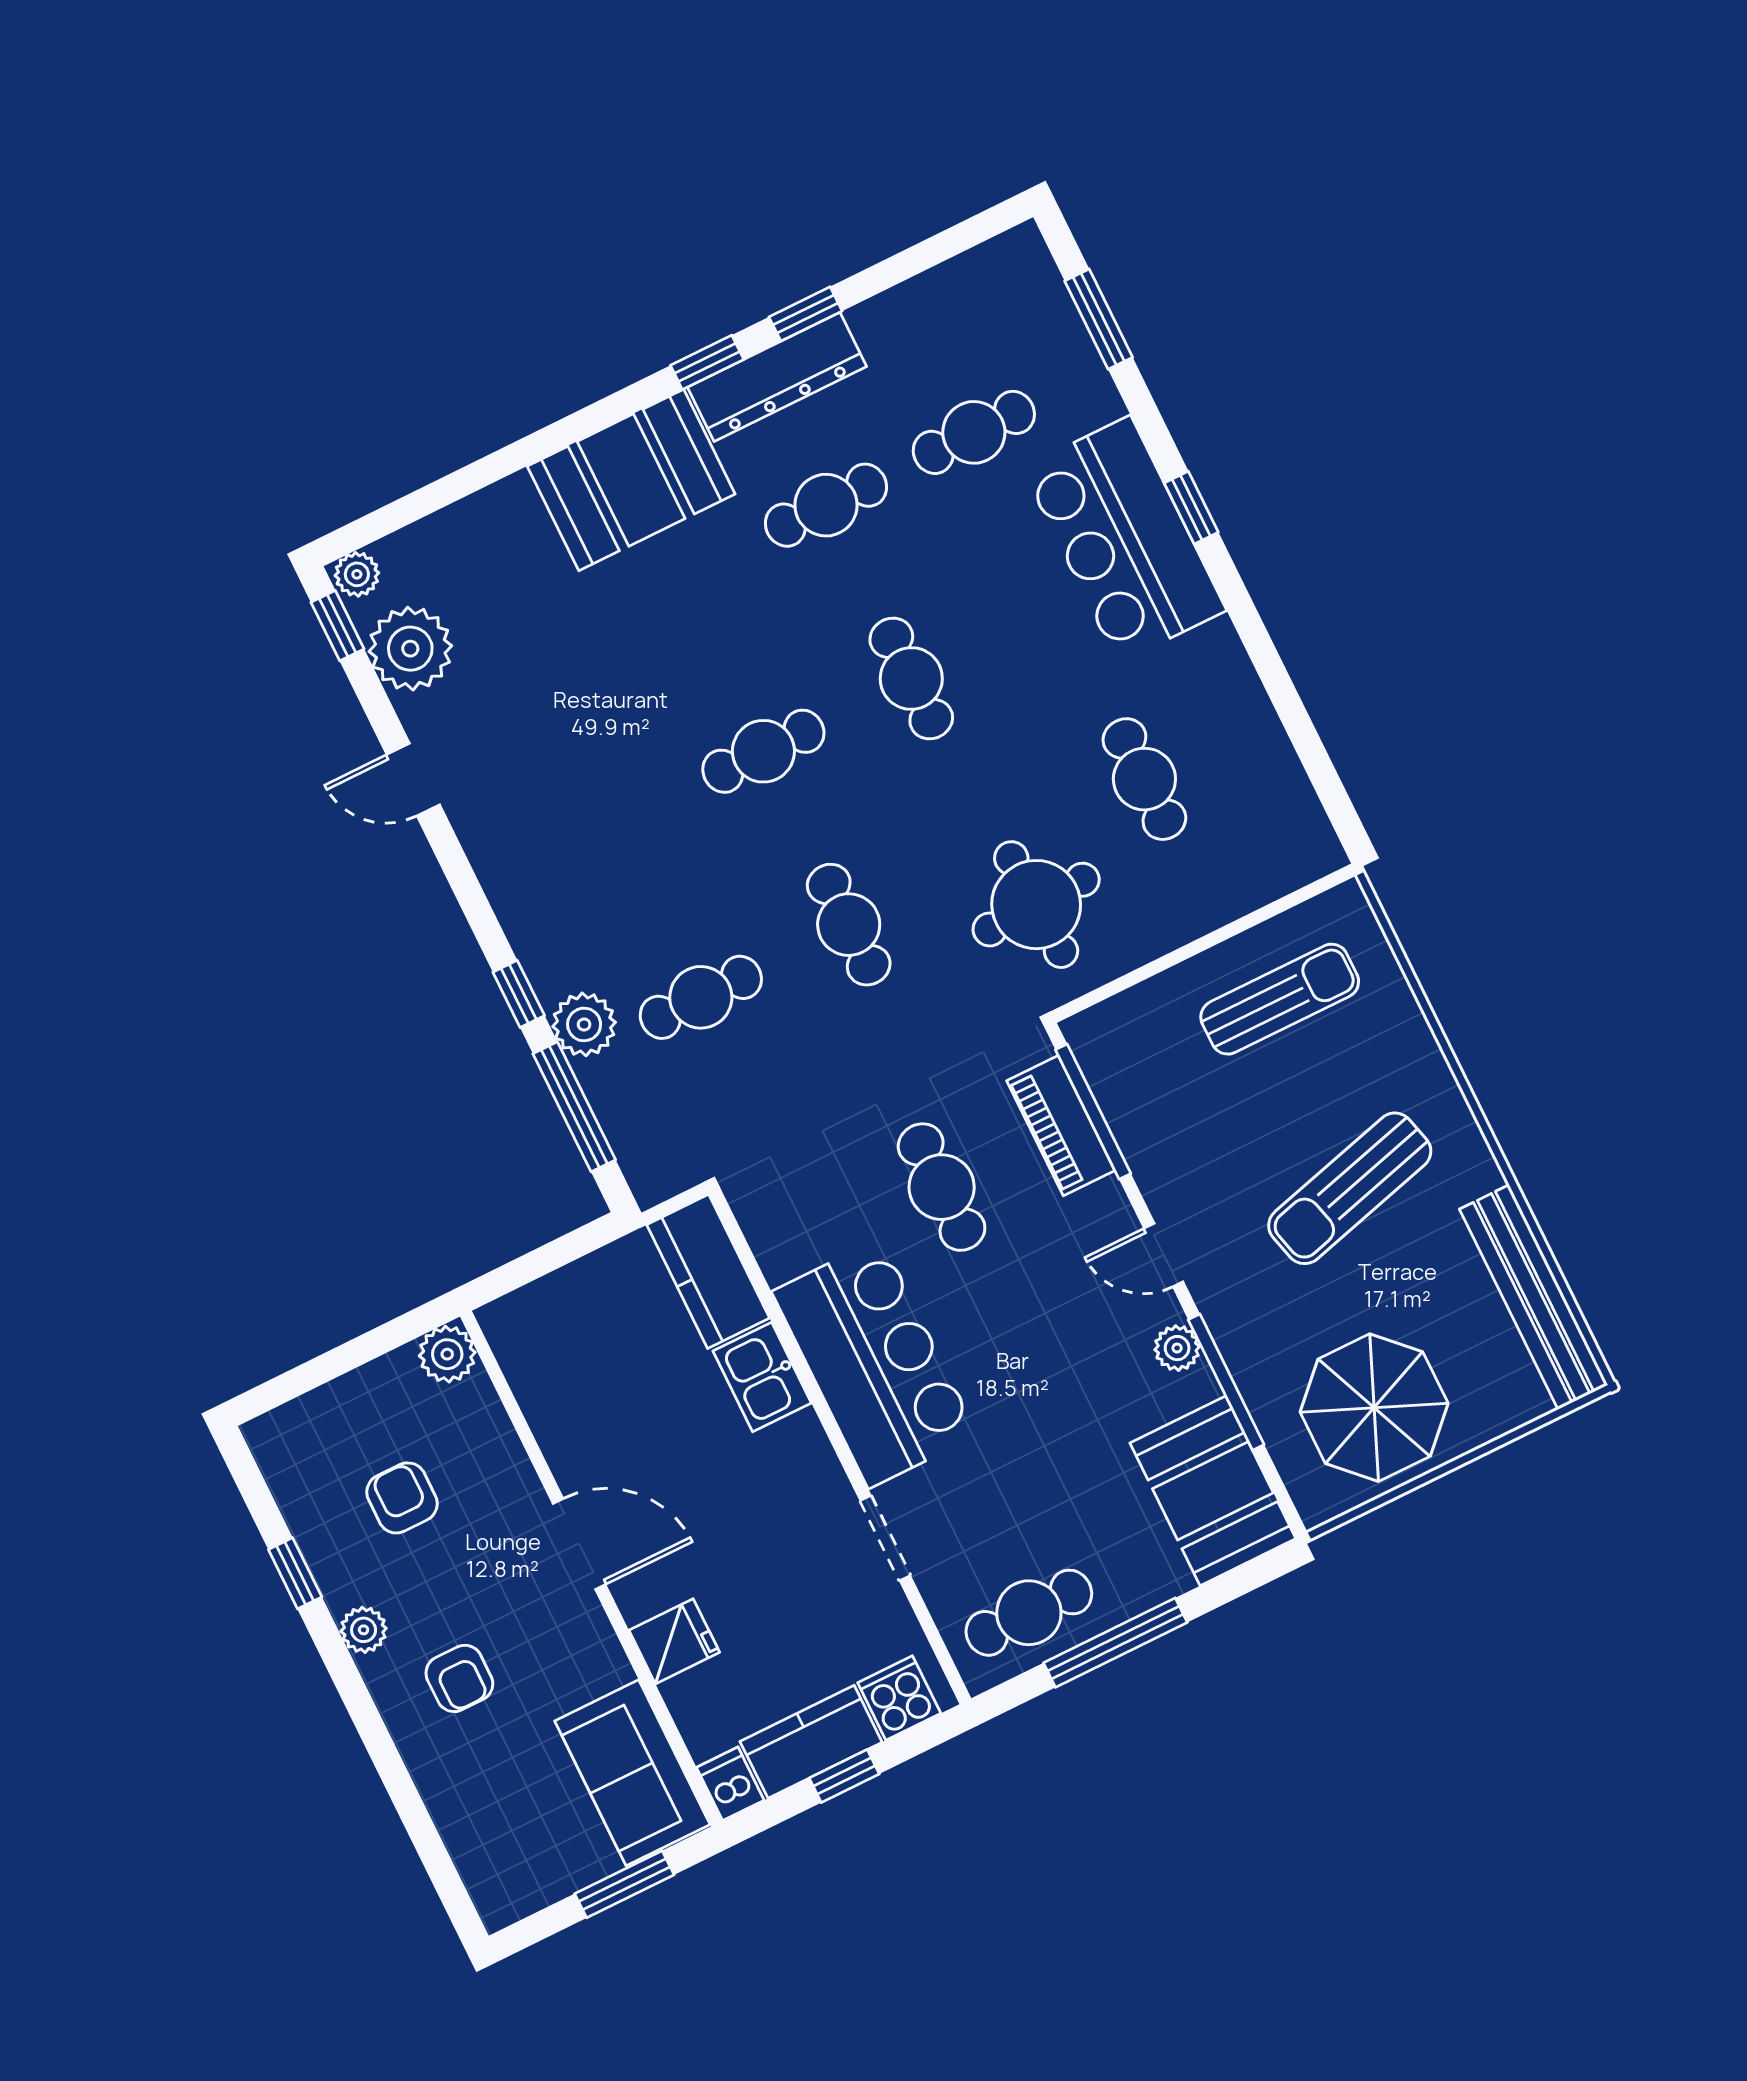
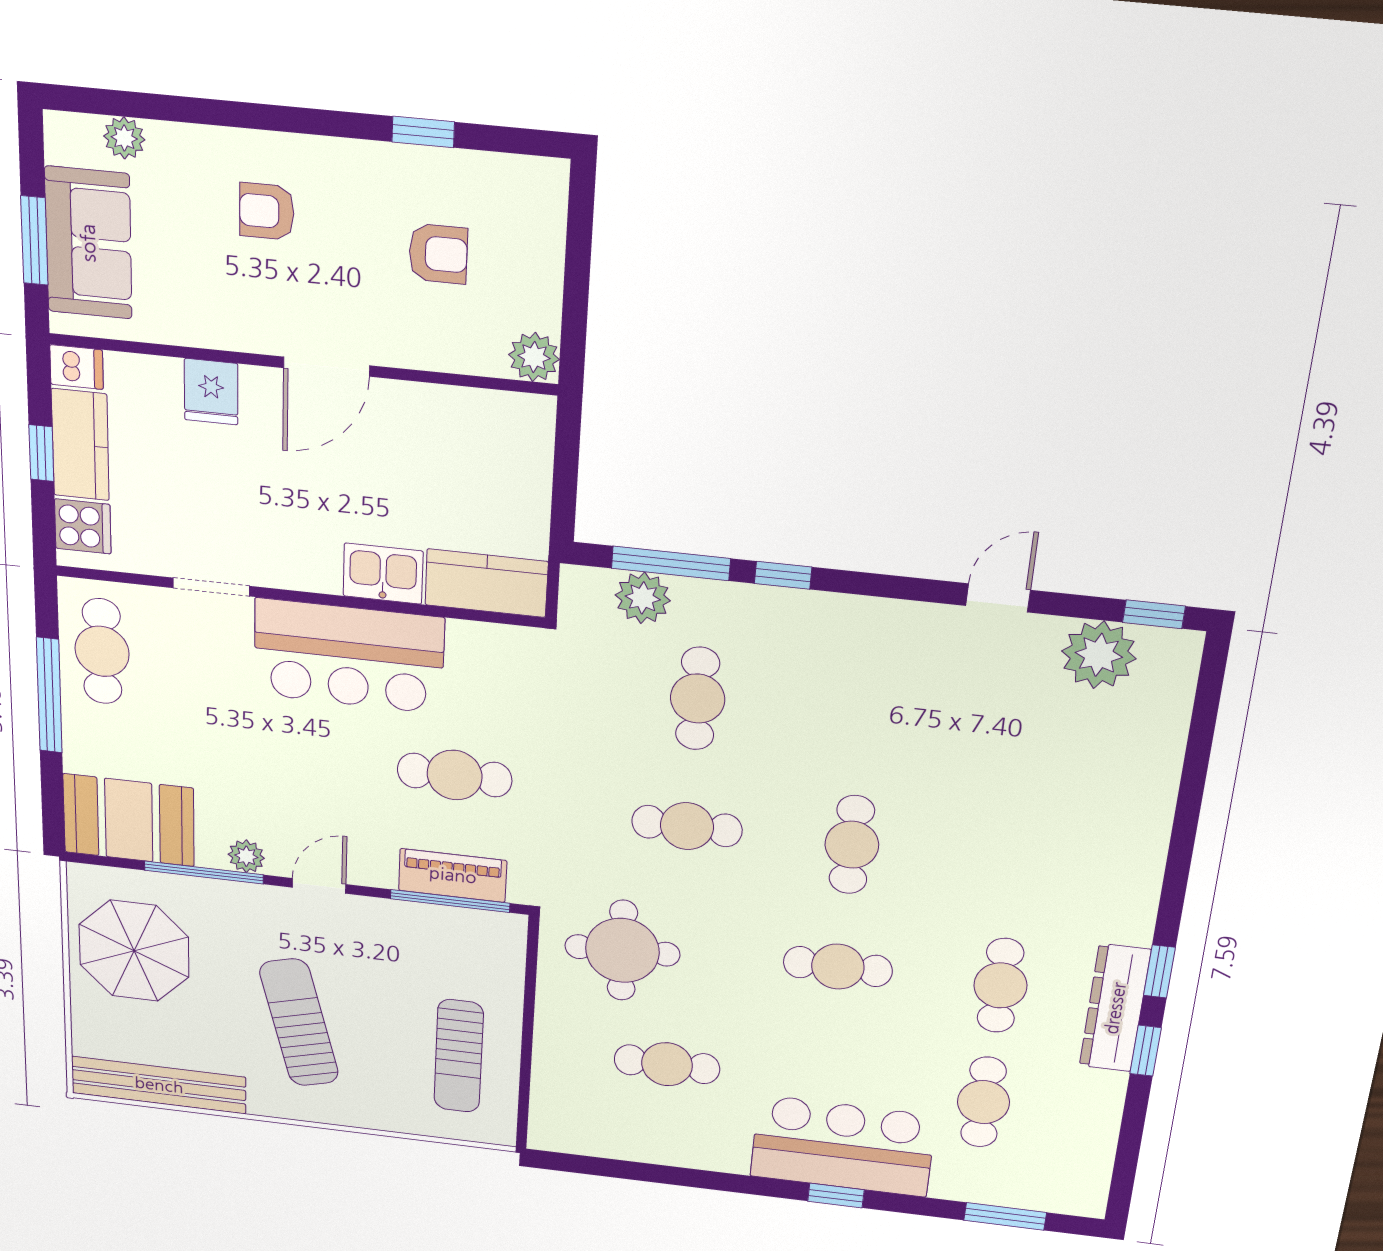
booth: (631, 480) -> (1112, 875), removed
plant: (357, 574) -> (1183, 651), removed
plant: (584, 1024) -> (643, 598), moved
plant: (364, 1630) -> (124, 138), moved
sofa: (632, 1773) -> (88, 243), moved, turned 90

